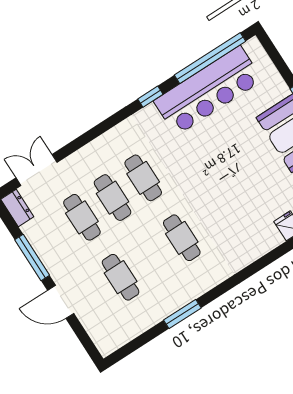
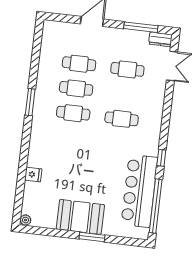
cafe table: (113, 198) -> (76, 88), moved
window: (32, 258) -> (141, 27), moved
window: (182, 314) -> (30, 102), moved

